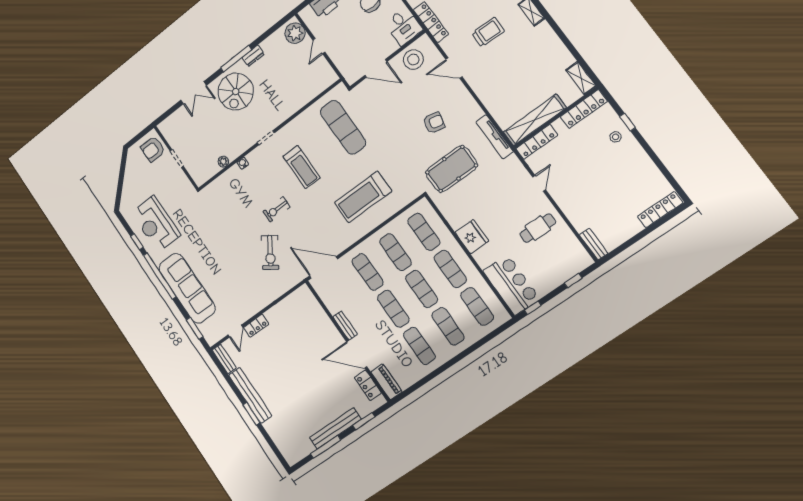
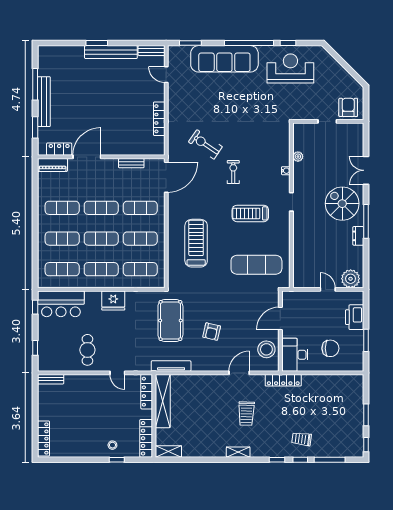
desk: (403, 26) -> (295, 355), width x1.37
bench: (345, 325) -> (131, 163), moved
locker: (256, 326) -> (159, 119), moved, width x1.53

